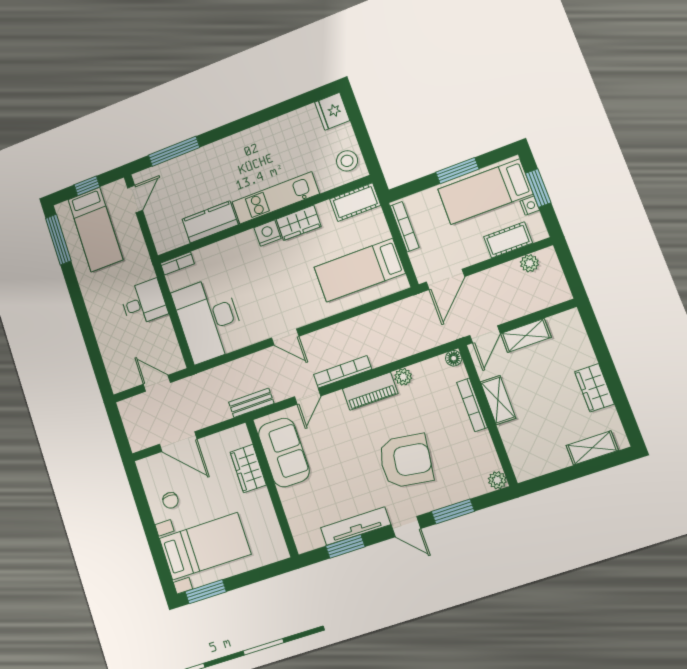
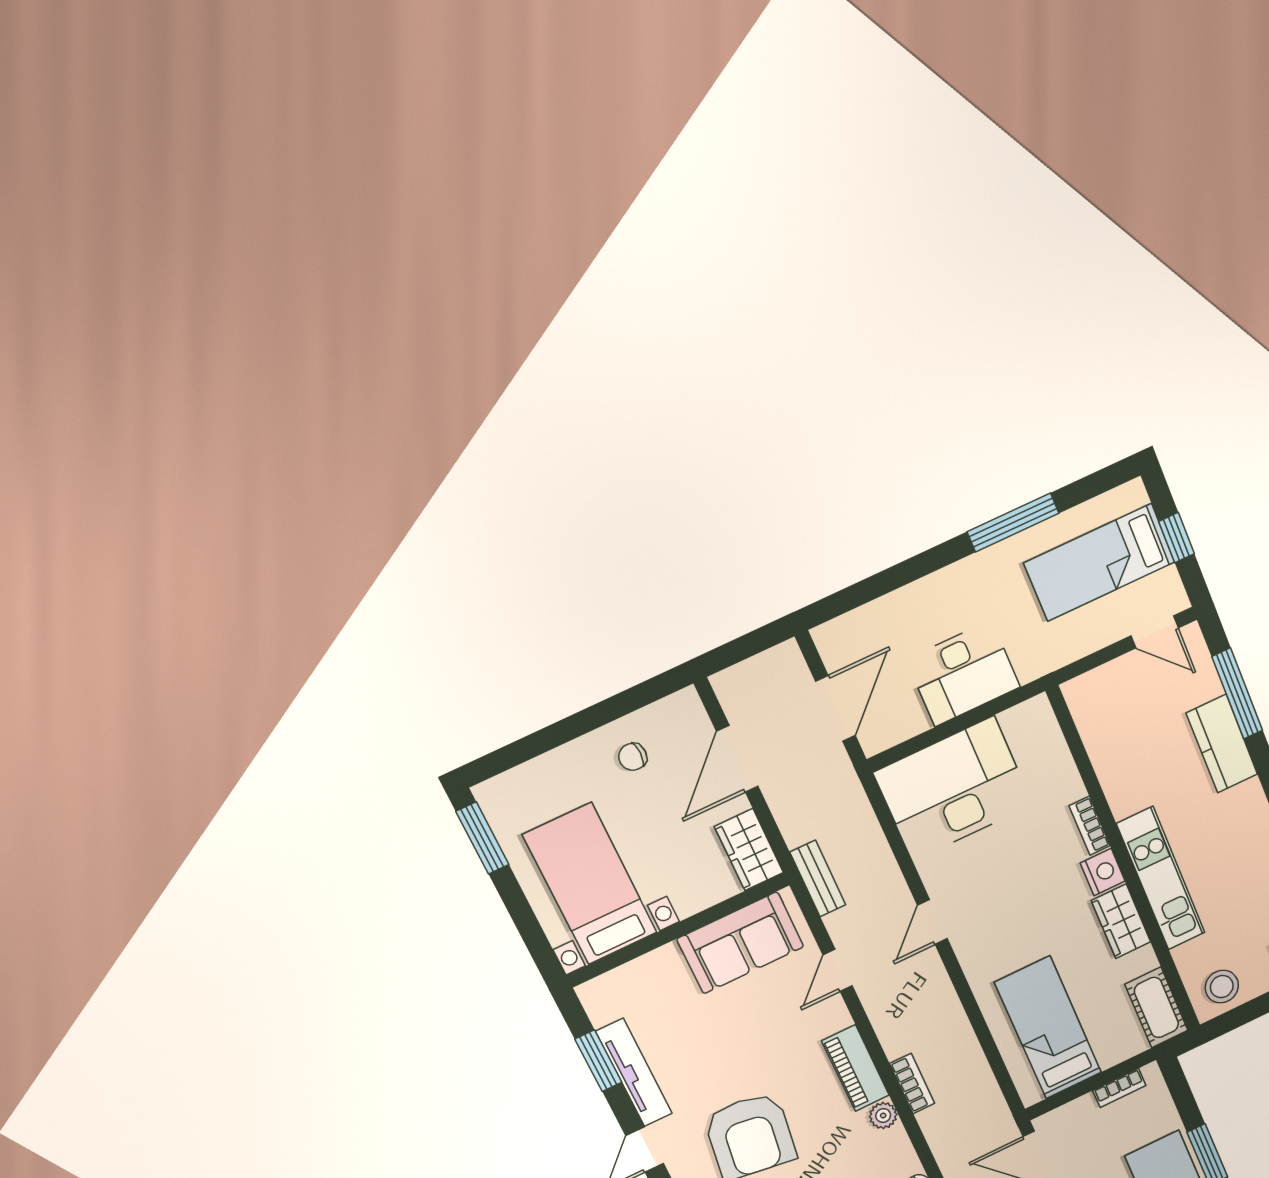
kitchen counter: (210, 222) -> (1222, 744), moved, turned 180
bookcase: (405, 227) -> (1119, 1088), width x0.64
window: (58, 240) -> (1013, 522), moved
bookcase: (177, 263) -> (1090, 826), moved
desk: (144, 303) -> (963, 673), width x1.37
bookcase: (343, 372) -> (912, 1084), moved, width x0.64
door: (157, 383) -> (835, 708), width x1.38
door: (308, 396) -> (838, 970), hinge flipped
wardrobe: (248, 468) -> (749, 850), moved, turned -90
bed with nightstands: (205, 546) -> (590, 884), moved, turned 180

